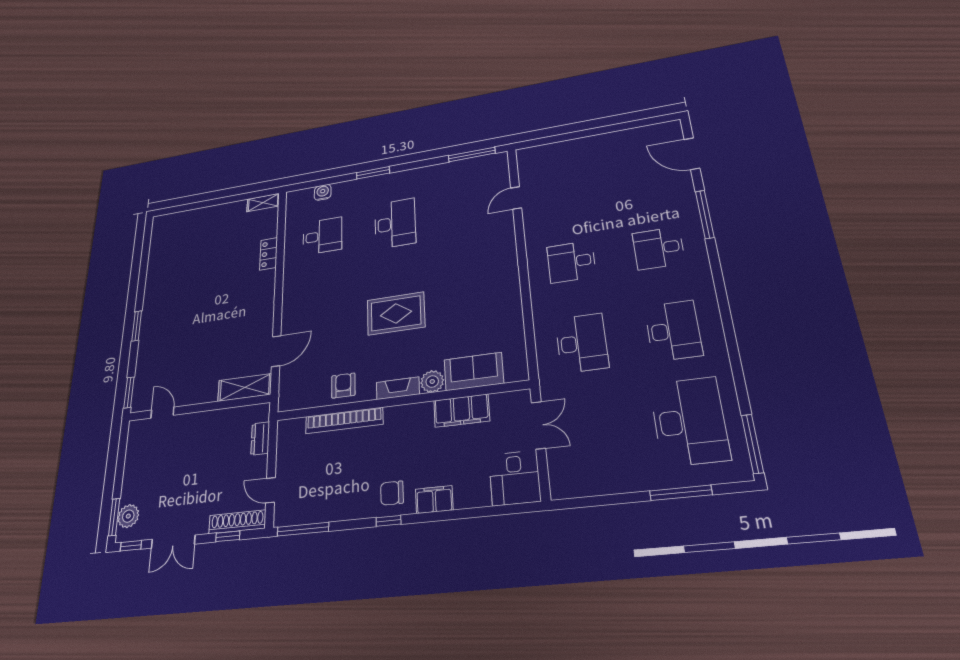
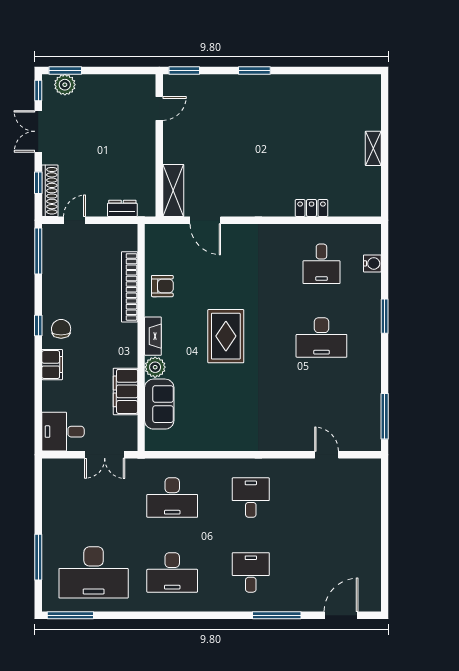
shelving: (263, 203) -> (373, 148), moved

